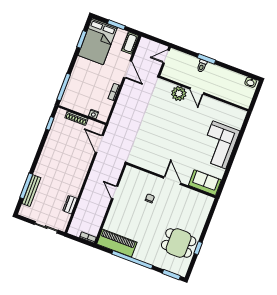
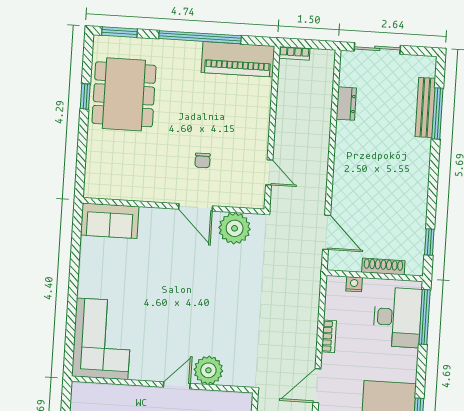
door: (127, 69) -> (317, 386), hinge flipped
desk: (77, 91) -> (397, 317), added
door: (197, 91) -> (177, 385), hinge flipped
corner sofa: (219, 145) -> (102, 339), moved
plant: (144, 160) -> (235, 228), added
door: (172, 181) -> (196, 207), moved
door: (115, 192) -> (269, 172), moved
dining table: (179, 243) -> (124, 94), width x1.38

